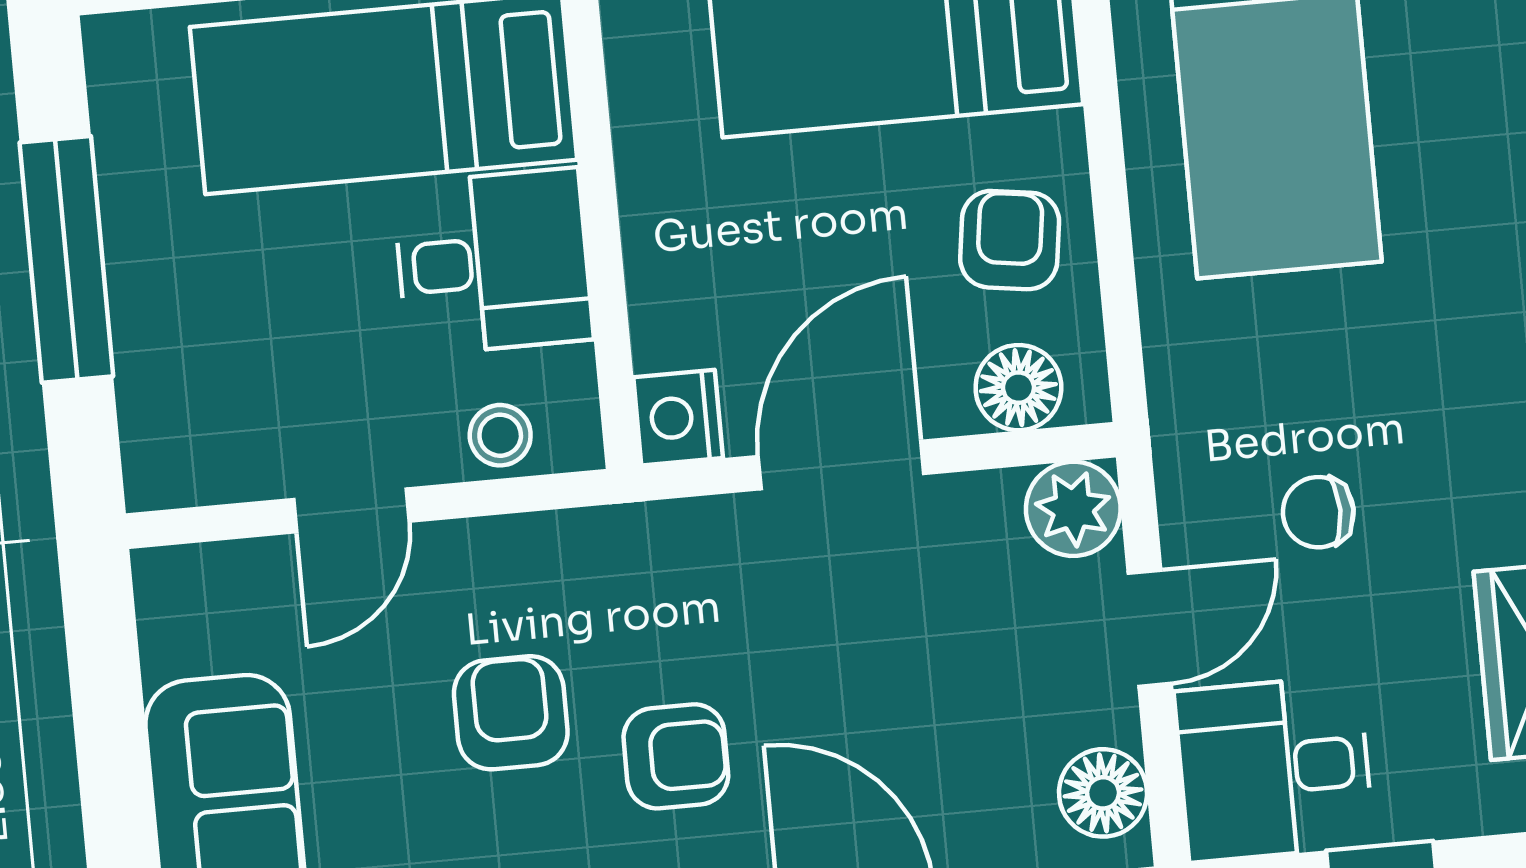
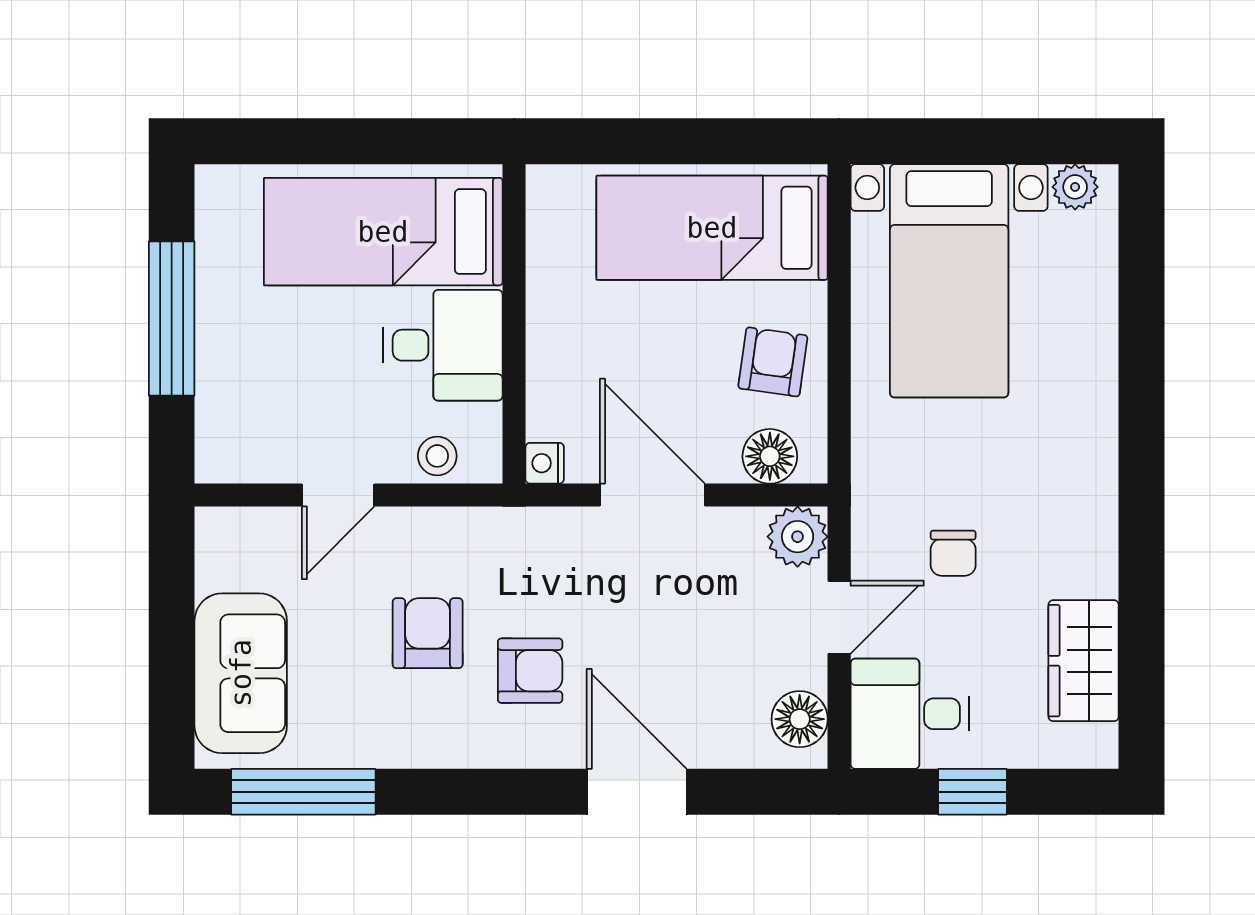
nightstand: (678, 418) -> (545, 463), width x0.72, depth x0.74
door: (841, 465) -> (652, 495), hinge flipped
chair: (1318, 512) -> (953, 553), turned -90

